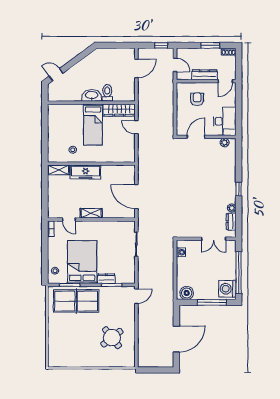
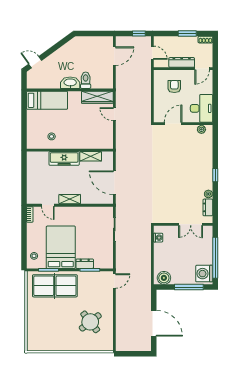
bed: (93, 124) -> (47, 100), moved, turned -90
shelving: (58, 170) -> (91, 156), moved
door: (176, 339) -> (154, 323), hinge flipped

